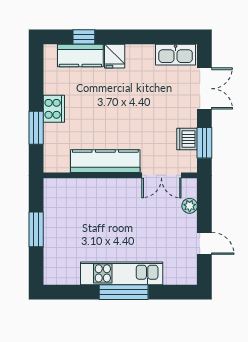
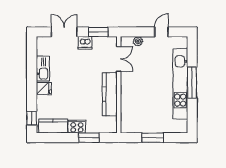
window: (84, 37) -> (32, 118), moved
kitchen sink: (176, 55) -> (43, 69), moved
kitchen counter: (80, 56) -> (53, 126), moved, turned -90
dishwasher: (187, 139) -> (85, 43), moved
kitchen unit: (122, 273) -> (180, 84), width x1.36

